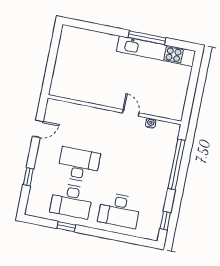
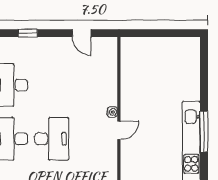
water cooler: (151, 123) -> (112, 112), moved
desk: (79, 165) -> (52, 139), moved

